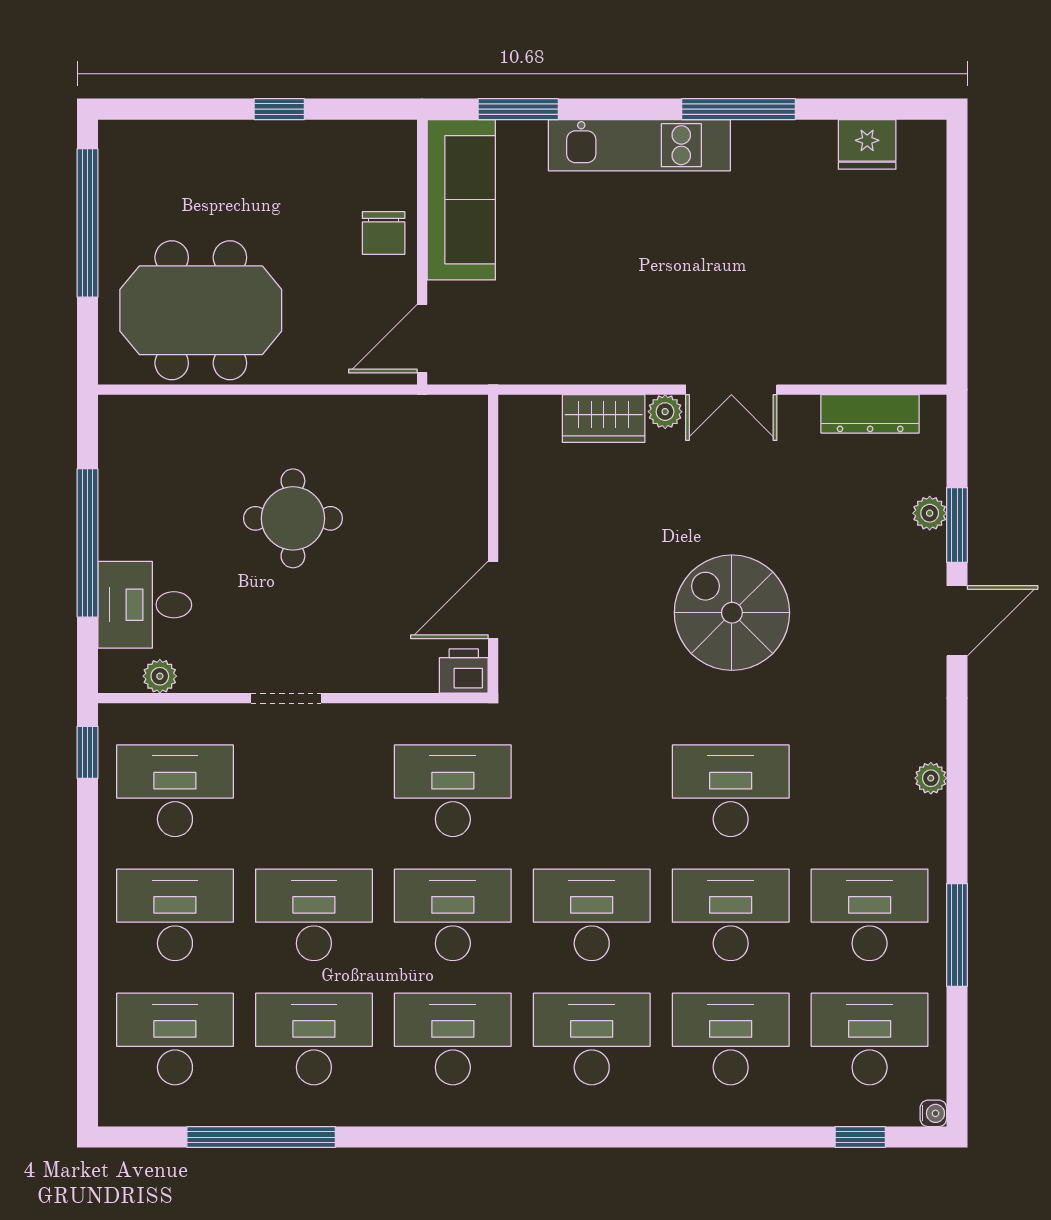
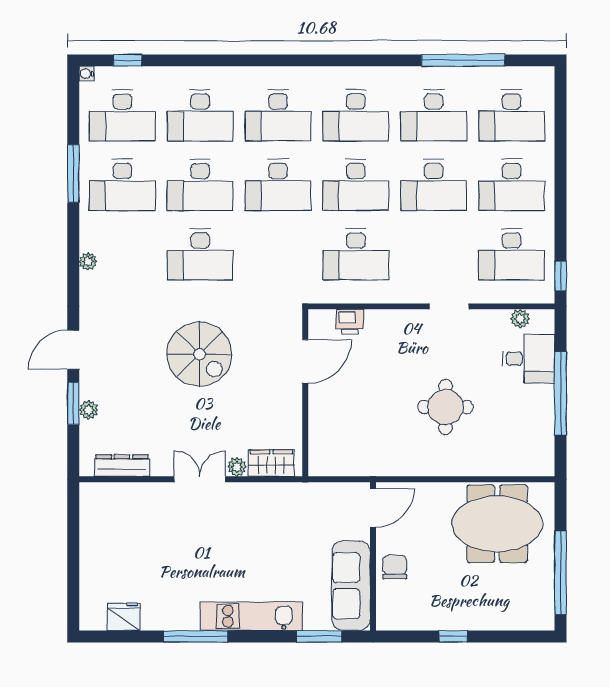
wall: (493, 544) -> (305, 393), moved
door: (493, 600) -> (305, 361), moved

